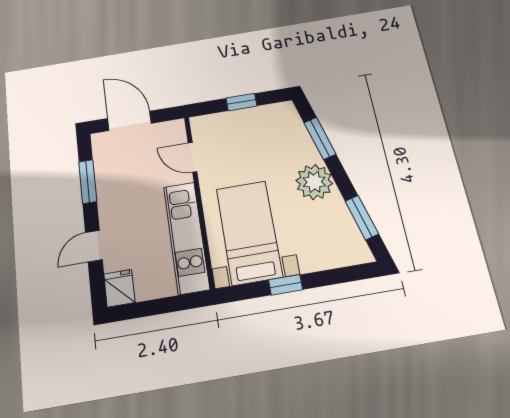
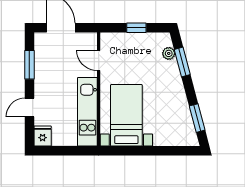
plant: (314, 182) -> (169, 53), moved, width x0.53, depth x0.53
window: (286, 285) -> (143, 151), removed

